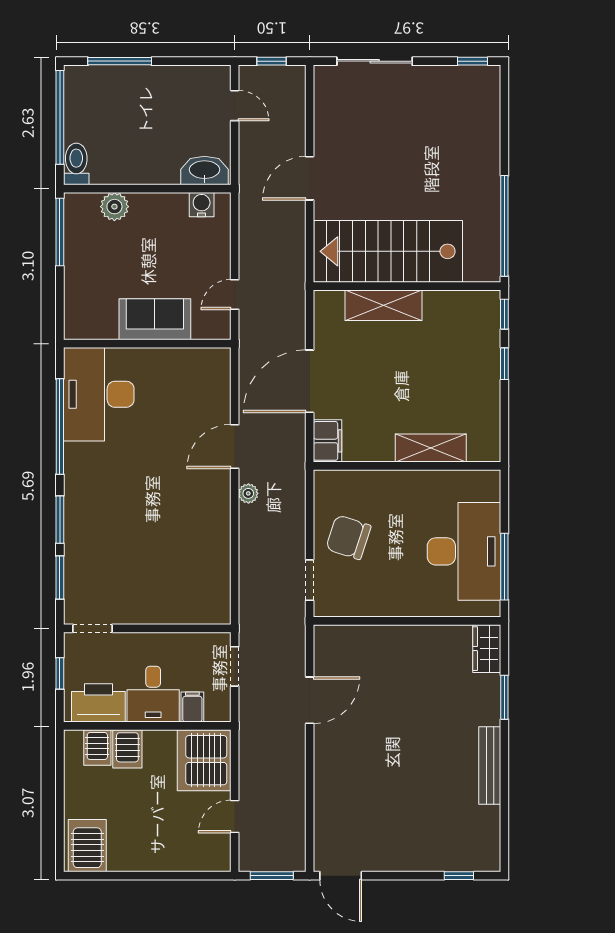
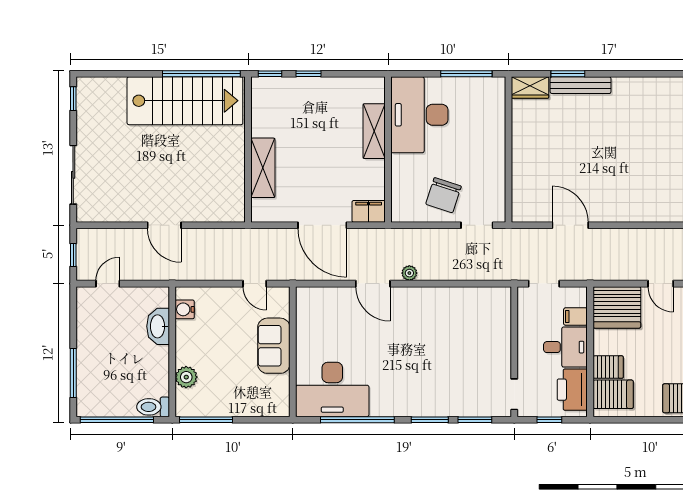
washbasin: (204, 170) -> (158, 326), moved
stairs: (388, 251) -> (185, 101), moved, turned -90
desk: (464, 551) -> (419, 115), moved, turned -90
server rack: (97, 747) -> (613, 394), width x1.36, depth x1.44
bench: (490, 765) -> (581, 85), moved

